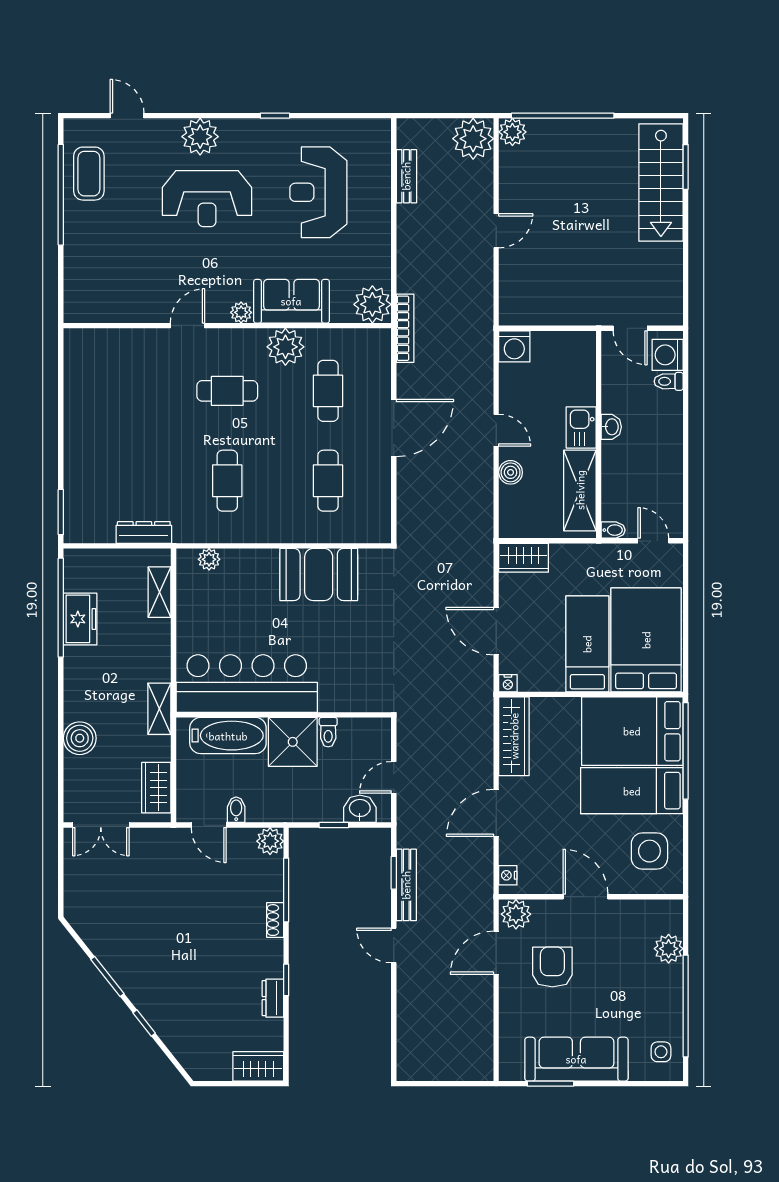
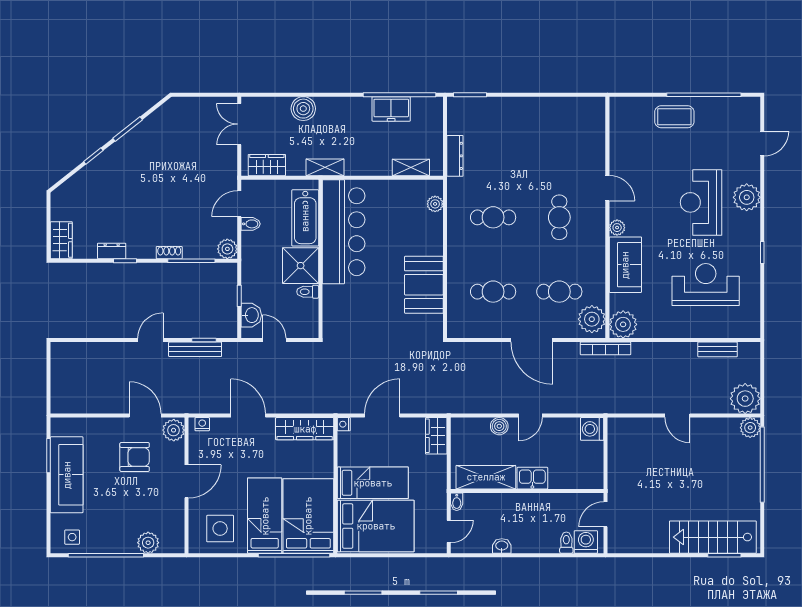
coffee table: (89, 174) -> (674, 117), moved
plant: (285, 347) -> (592, 319), moved
washbasin: (611, 427) -> (502, 546), moved, turned 180

